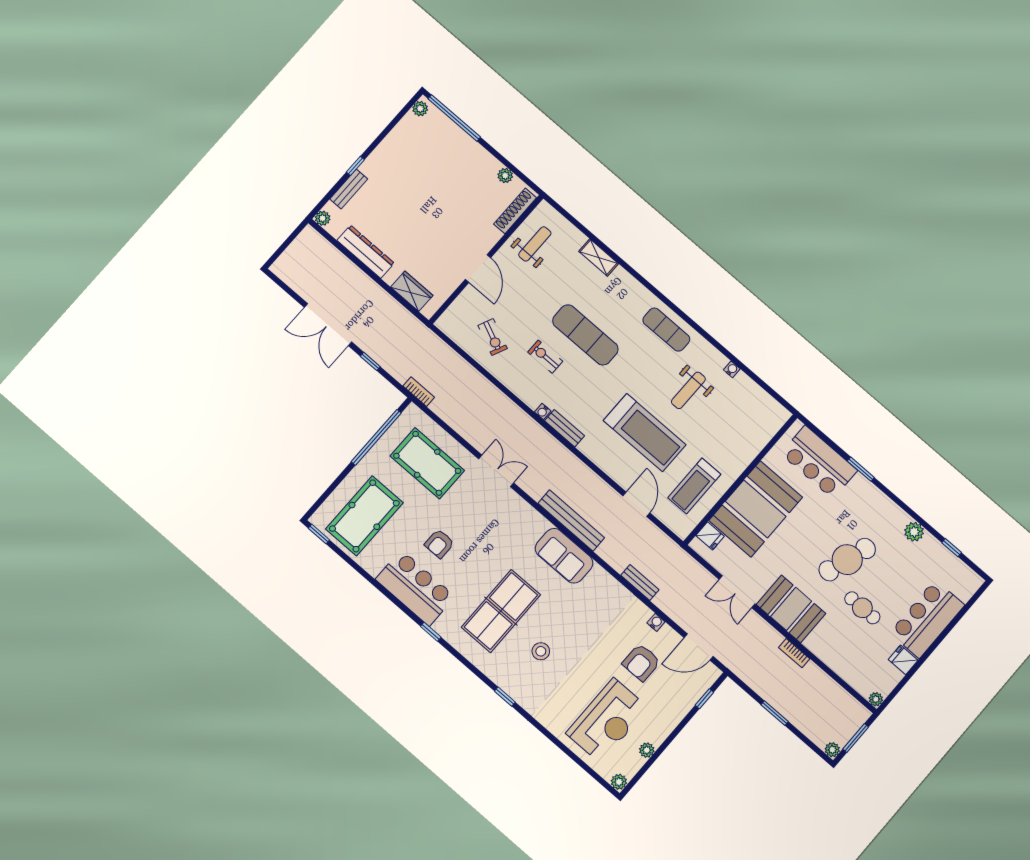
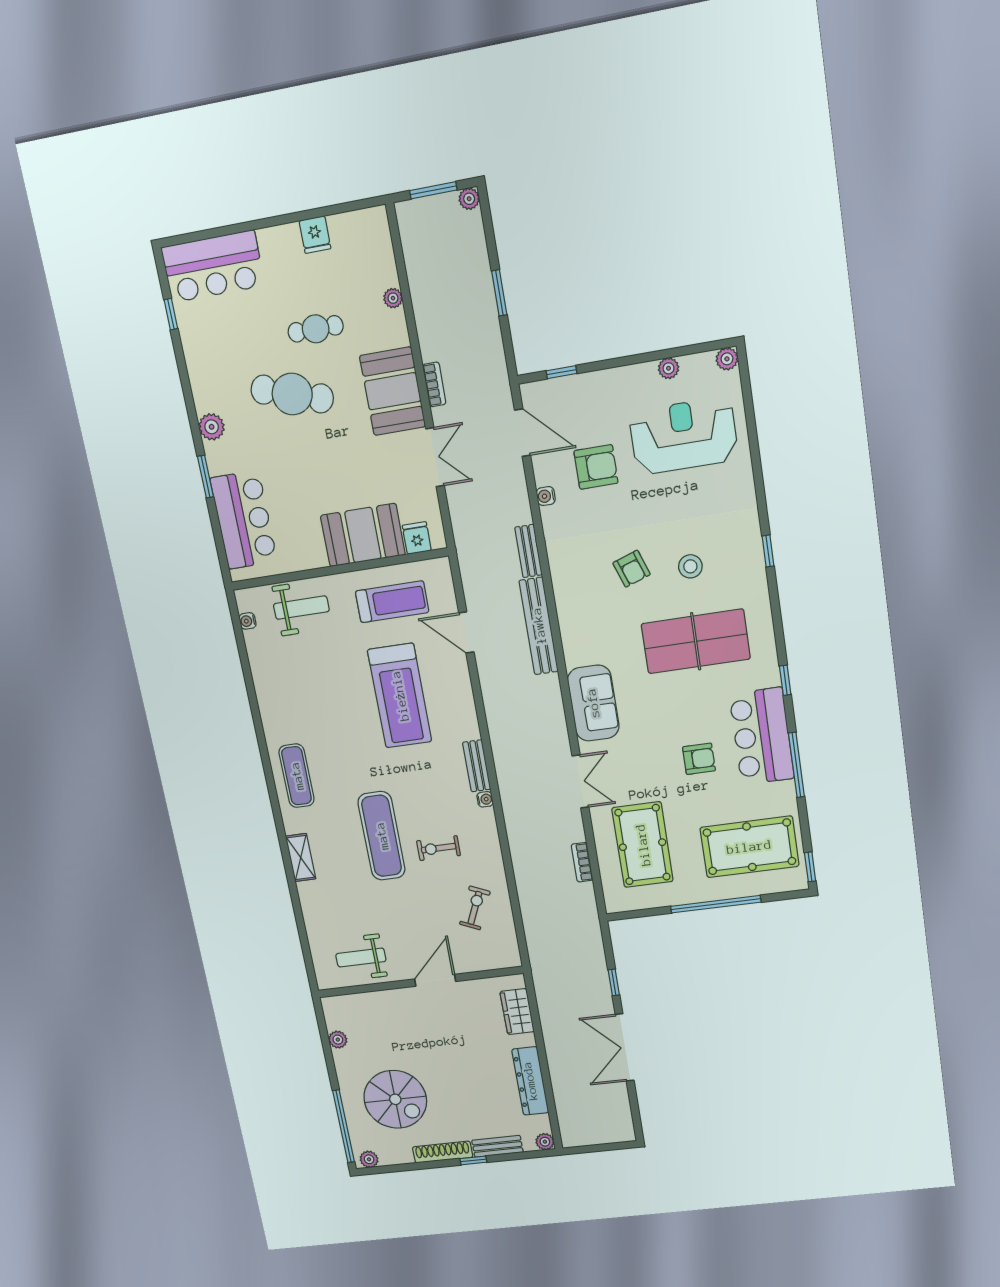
spiral stairs: (437, 165) -> (395, 1099), added
shoe rack: (515, 211) -> (443, 1152), moved, turned 180
shelving: (599, 257) -> (301, 858), moved
double door: (328, 325) -> (625, 1047), swing flipped
exercise bike: (545, 357) -> (439, 848), turned 90
water cooler: (732, 369) -> (248, 621), moved
weight bench: (688, 390) -> (301, 608), moved
bookcase: (419, 392) -> (582, 862), moved
treadmill: (645, 433) -> (400, 696), turned 180
window: (376, 437) -> (716, 904), moved
double door: (496, 471) -> (580, 781), swing flipped
door: (636, 504) -> (466, 632), hinge flipped
booth: (756, 509) -> (363, 535), width x0.73, depth x0.70
bench: (571, 520) -> (539, 626), moved
plant: (914, 532) -> (212, 427), moved
sofa: (564, 556) -> (593, 703), moved
window: (381, 588) -> (796, 765), added
cafe table: (862, 608) -> (316, 329), turned 90
bar counter: (927, 619) -> (213, 266), moved
armchair: (573, 622) -> (632, 569), added
bookcase: (794, 653) -> (434, 384), moved
plant: (876, 699) -> (393, 298), moved

